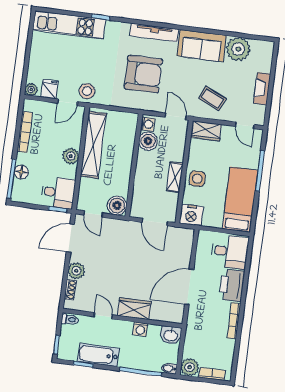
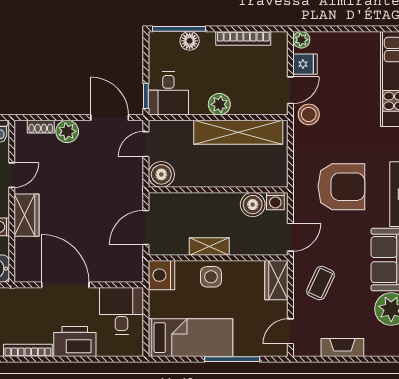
armchair: (143, 74) -> (341, 187), turned -90
door: (67, 102) -> (290, 90), swing flipped
desk: (230, 252) -> (122, 311), moved, turned 180

